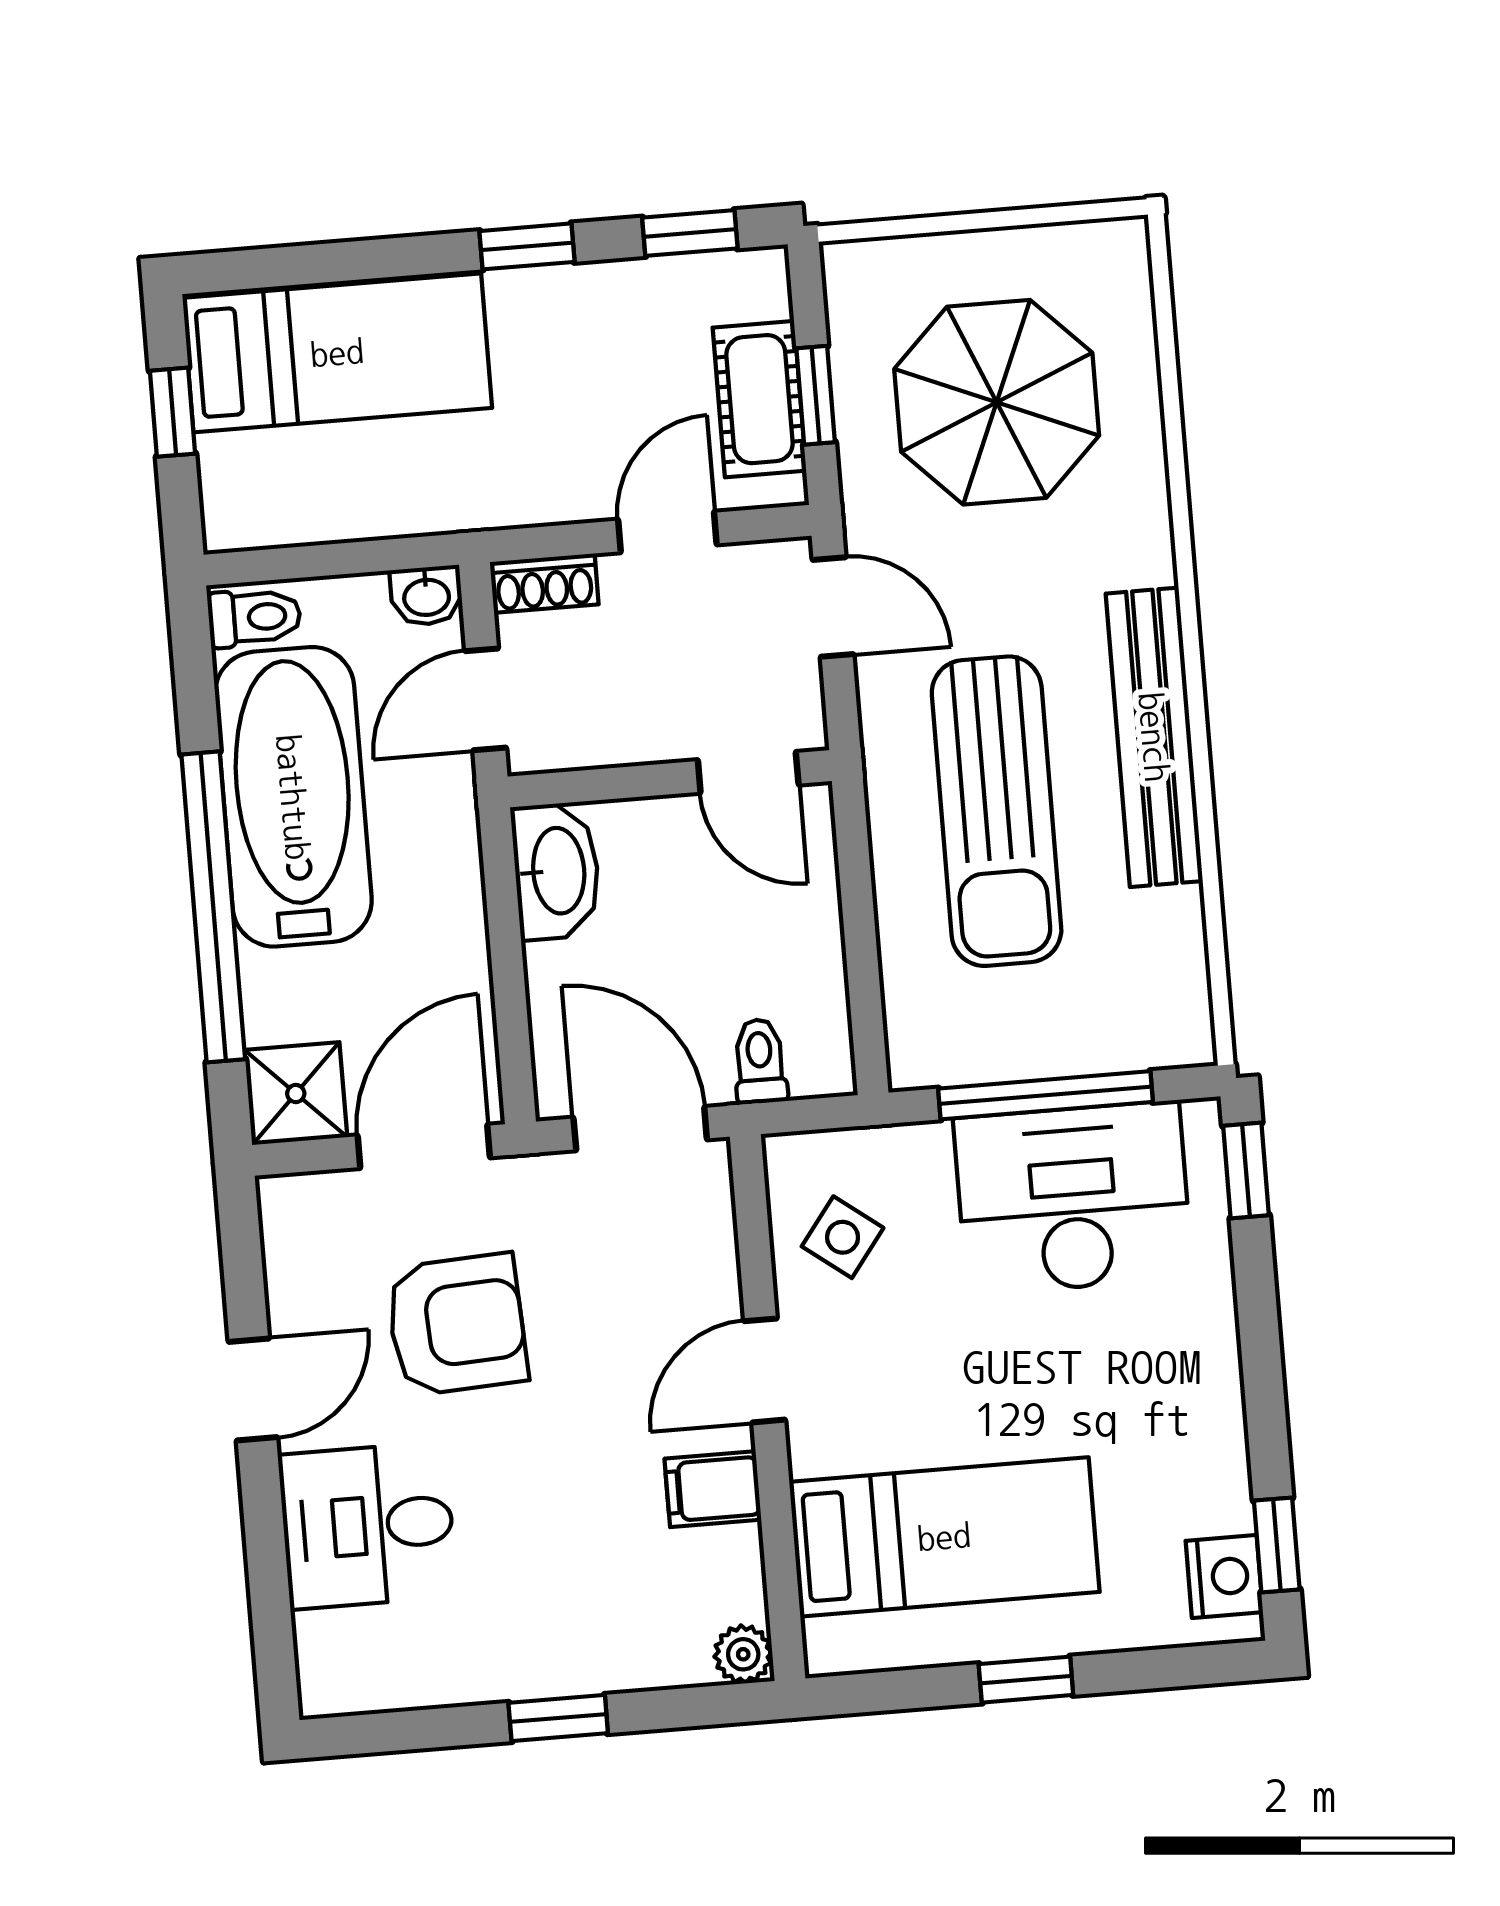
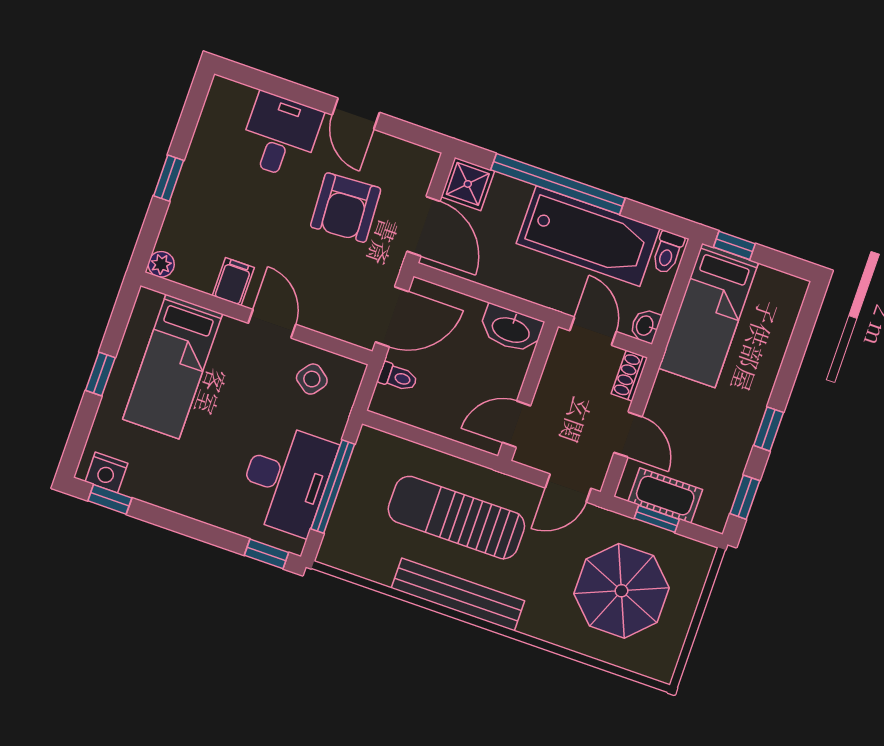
bed: (337, 353) -> (709, 316), moved
window: (173, 412) -> (734, 245), moved

